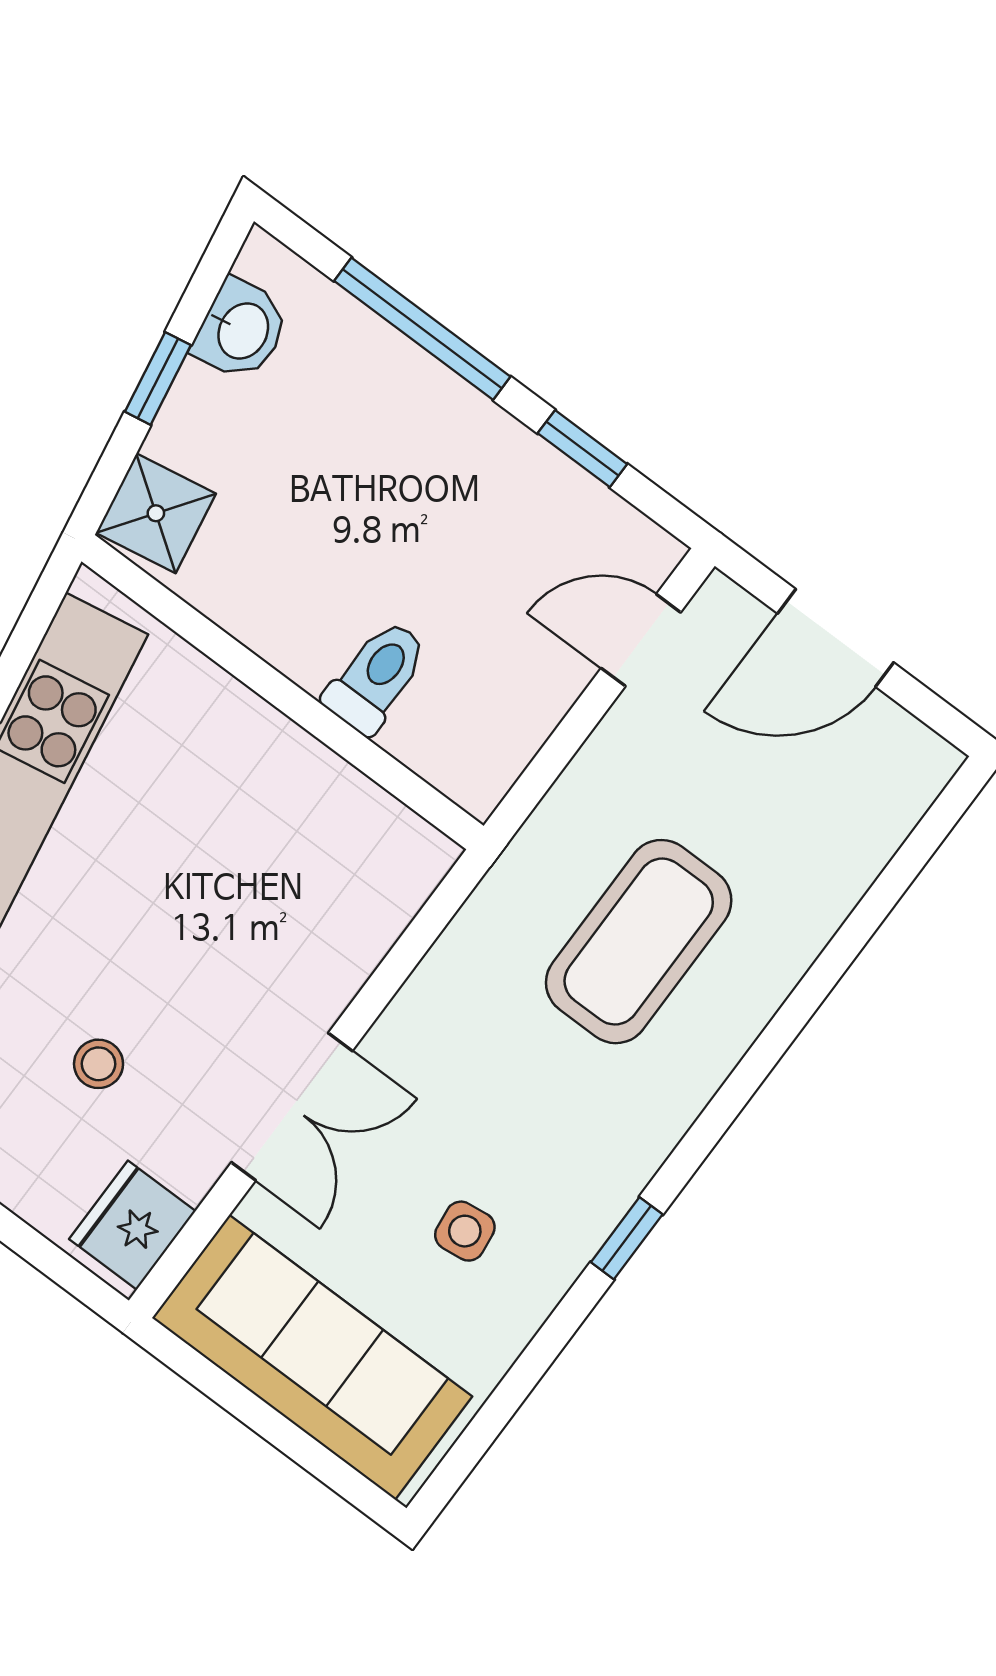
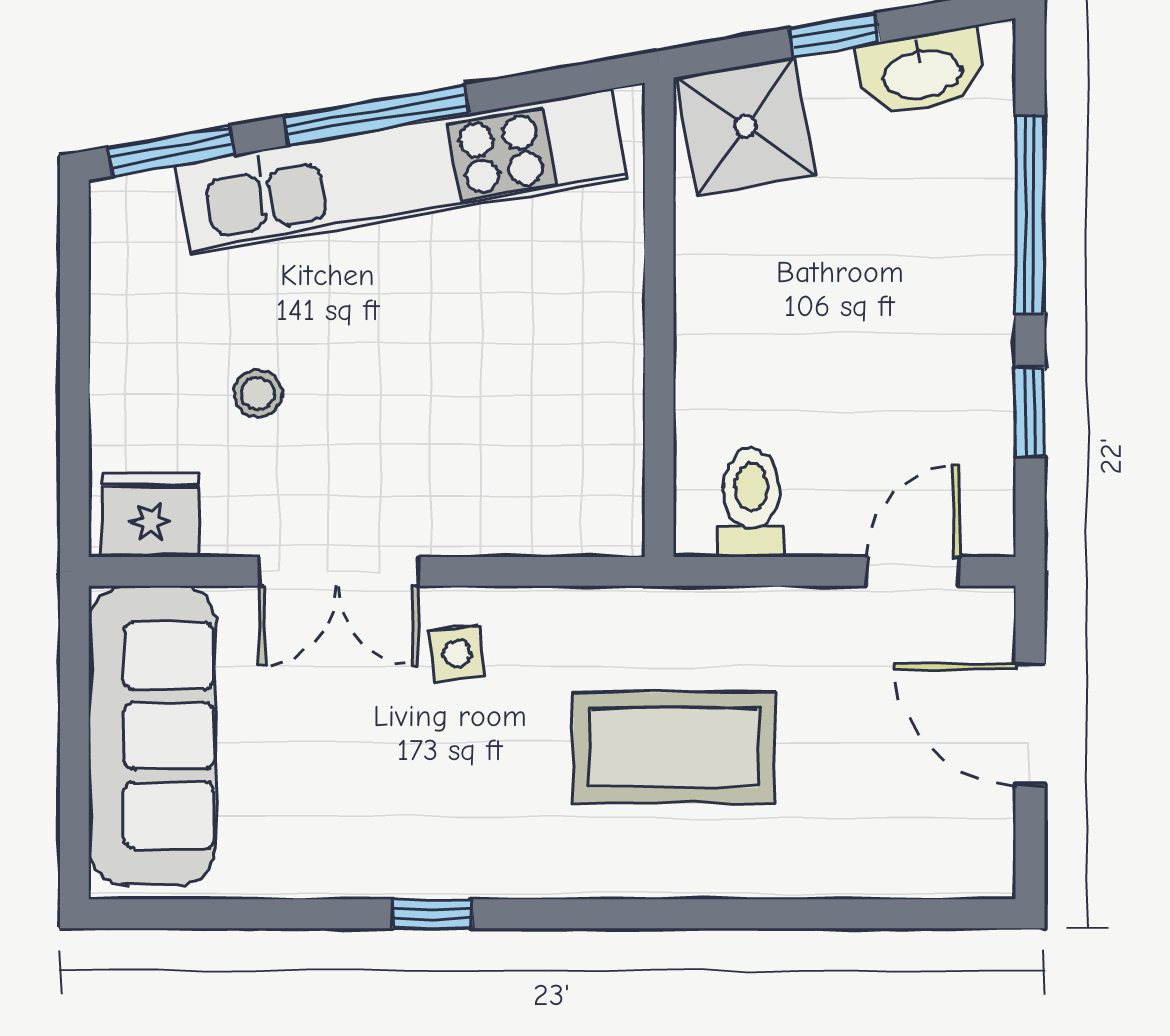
washbasin: (241, 330) -> (922, 72), width x1.38
shower: (156, 513) -> (745, 126), width x1.36, depth x1.36
door: (641, 640) -> (913, 571), hinge flipped
toilet: (376, 677) -> (751, 503), moved, turned -90
side table: (465, 1231) -> (457, 654), moved

